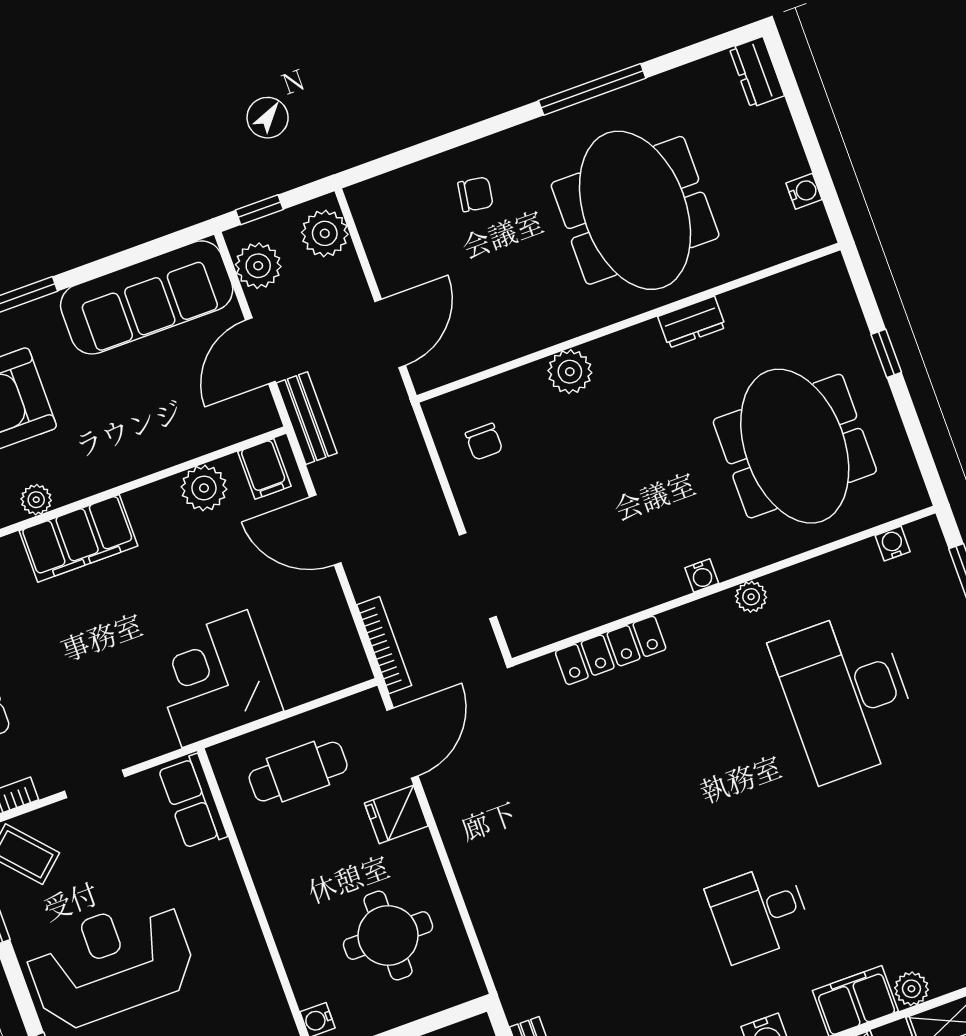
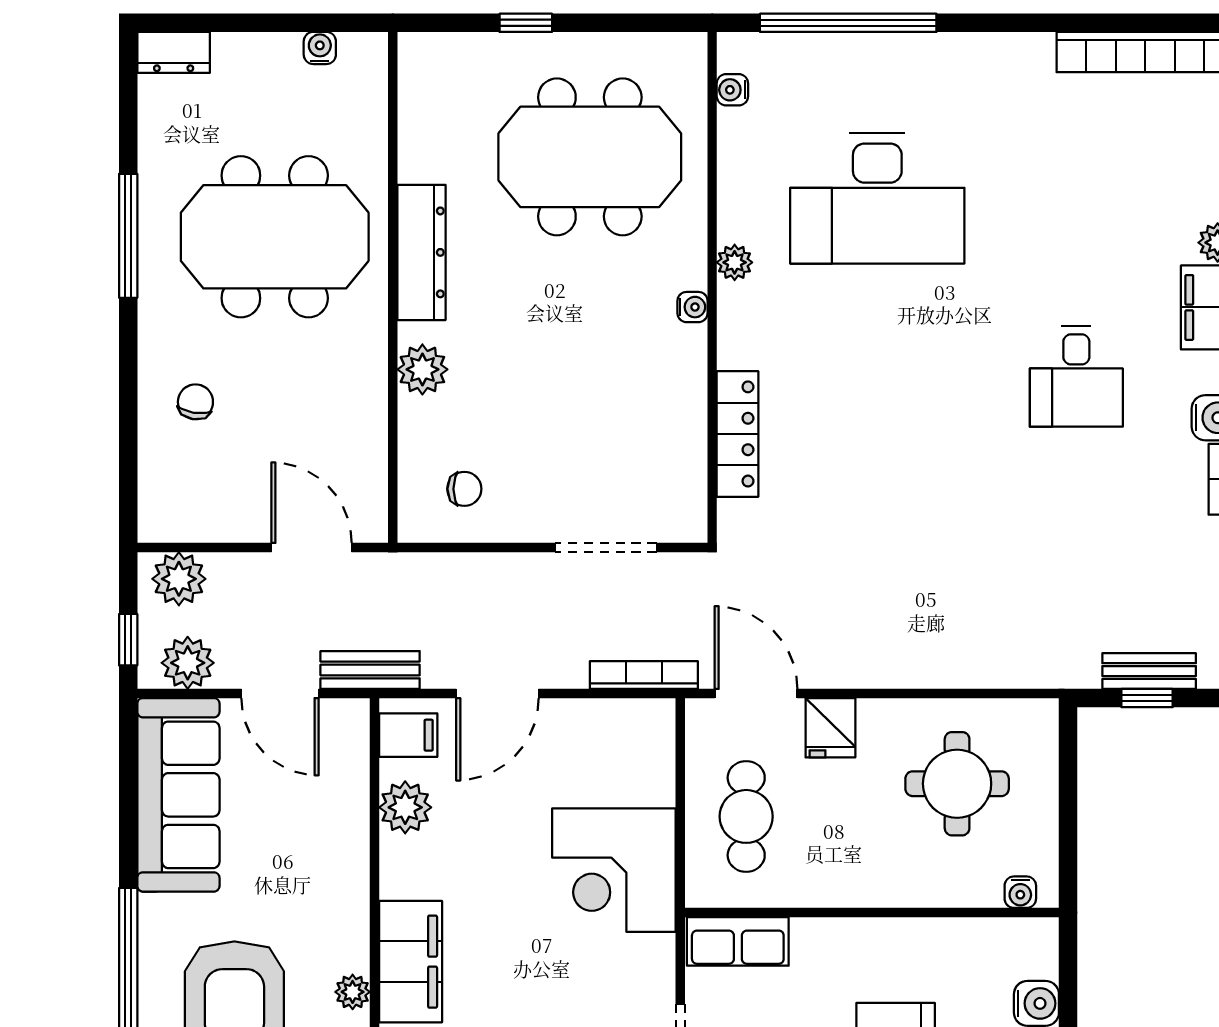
dresser: (692, 322) -> (421, 252), width x1.96, depth x1.24

